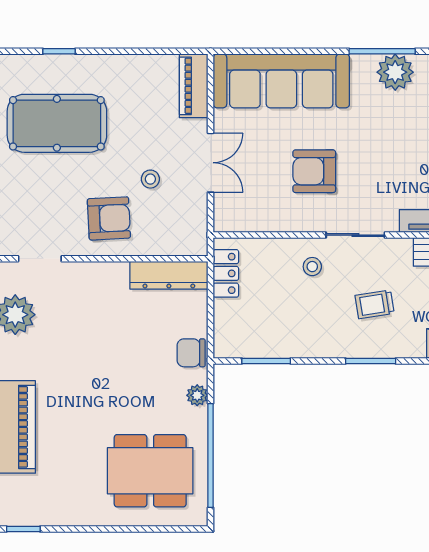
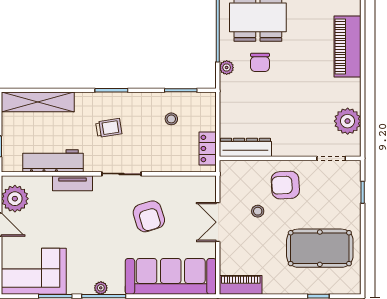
plant: (395, 72) -> (101, 288), width x0.53, depth x0.53
piano: (194, 86) -> (241, 285), moved, turned -90
armchair: (314, 171) -> (149, 216), turned 73
stool: (312, 267) -> (171, 119), moved
chair: (191, 353) -> (260, 62), moved, turned 90

